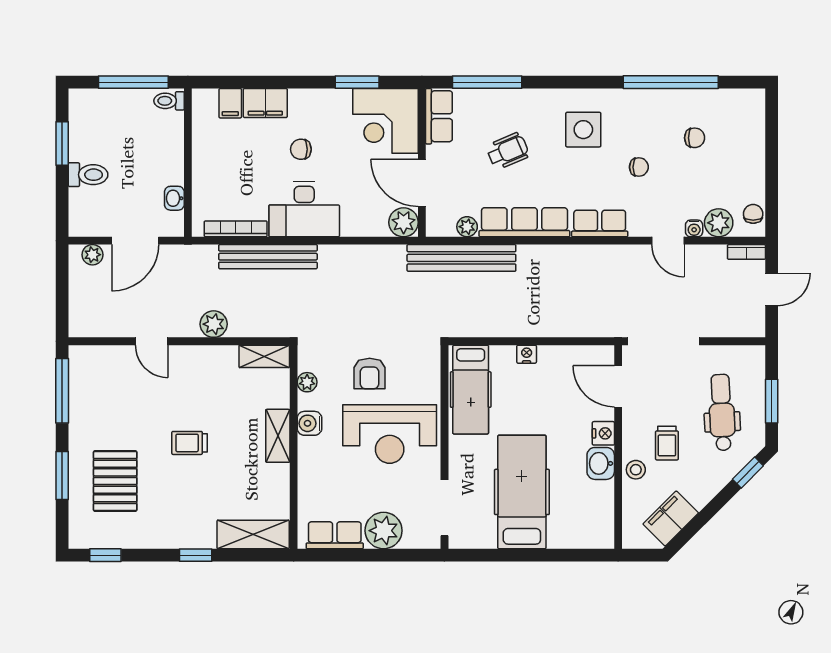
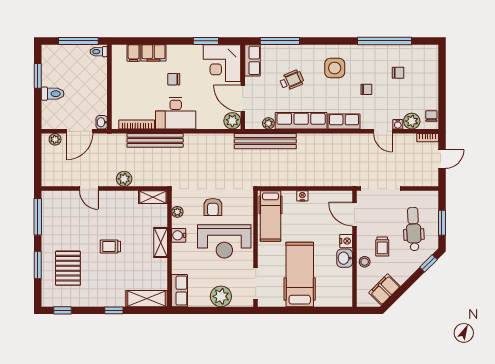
washbasin: (174, 198) -> (102, 122), moved
row of seats: (335, 535) -> (180, 291), moved, turned 90

